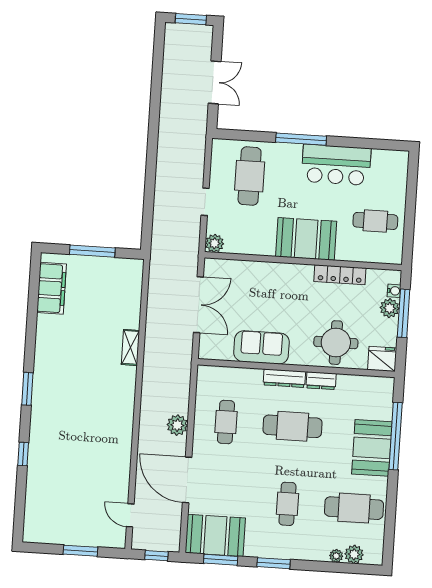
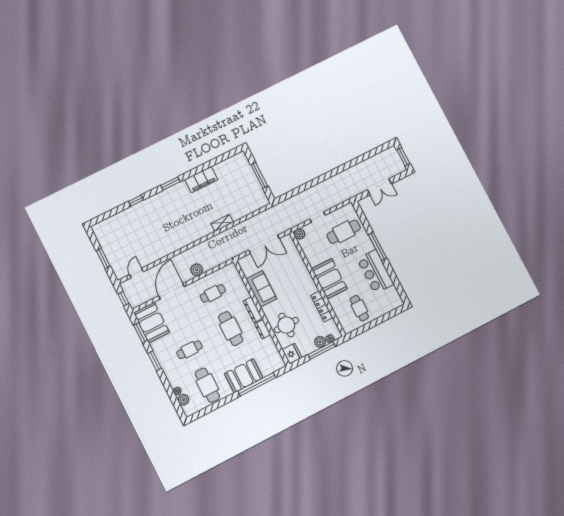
filing cabinet: (52, 288) -> (201, 180), moved

